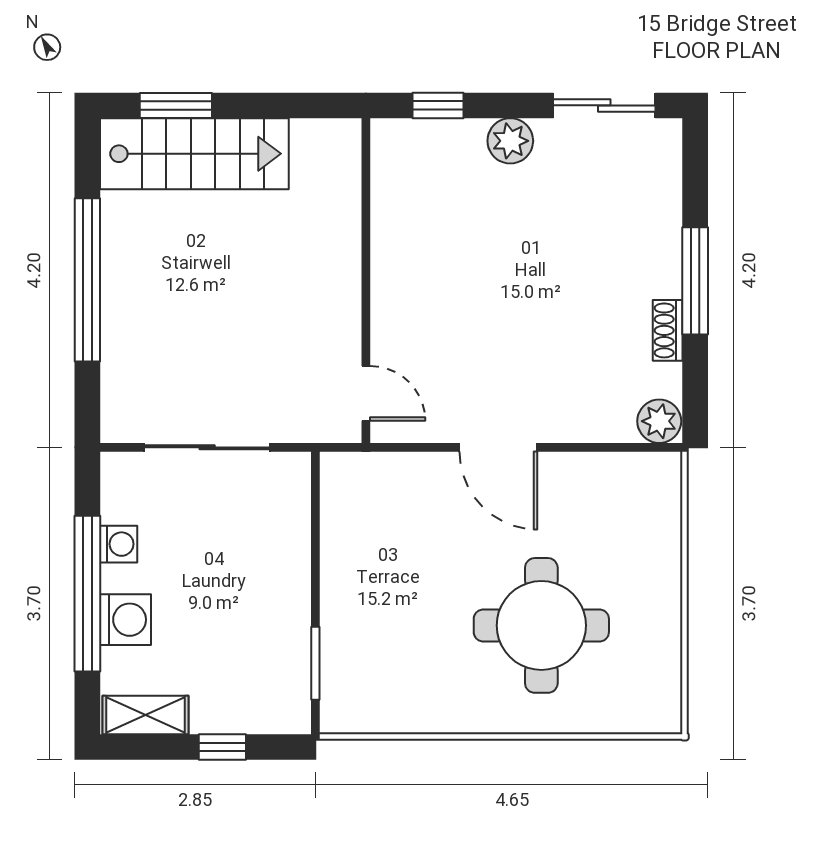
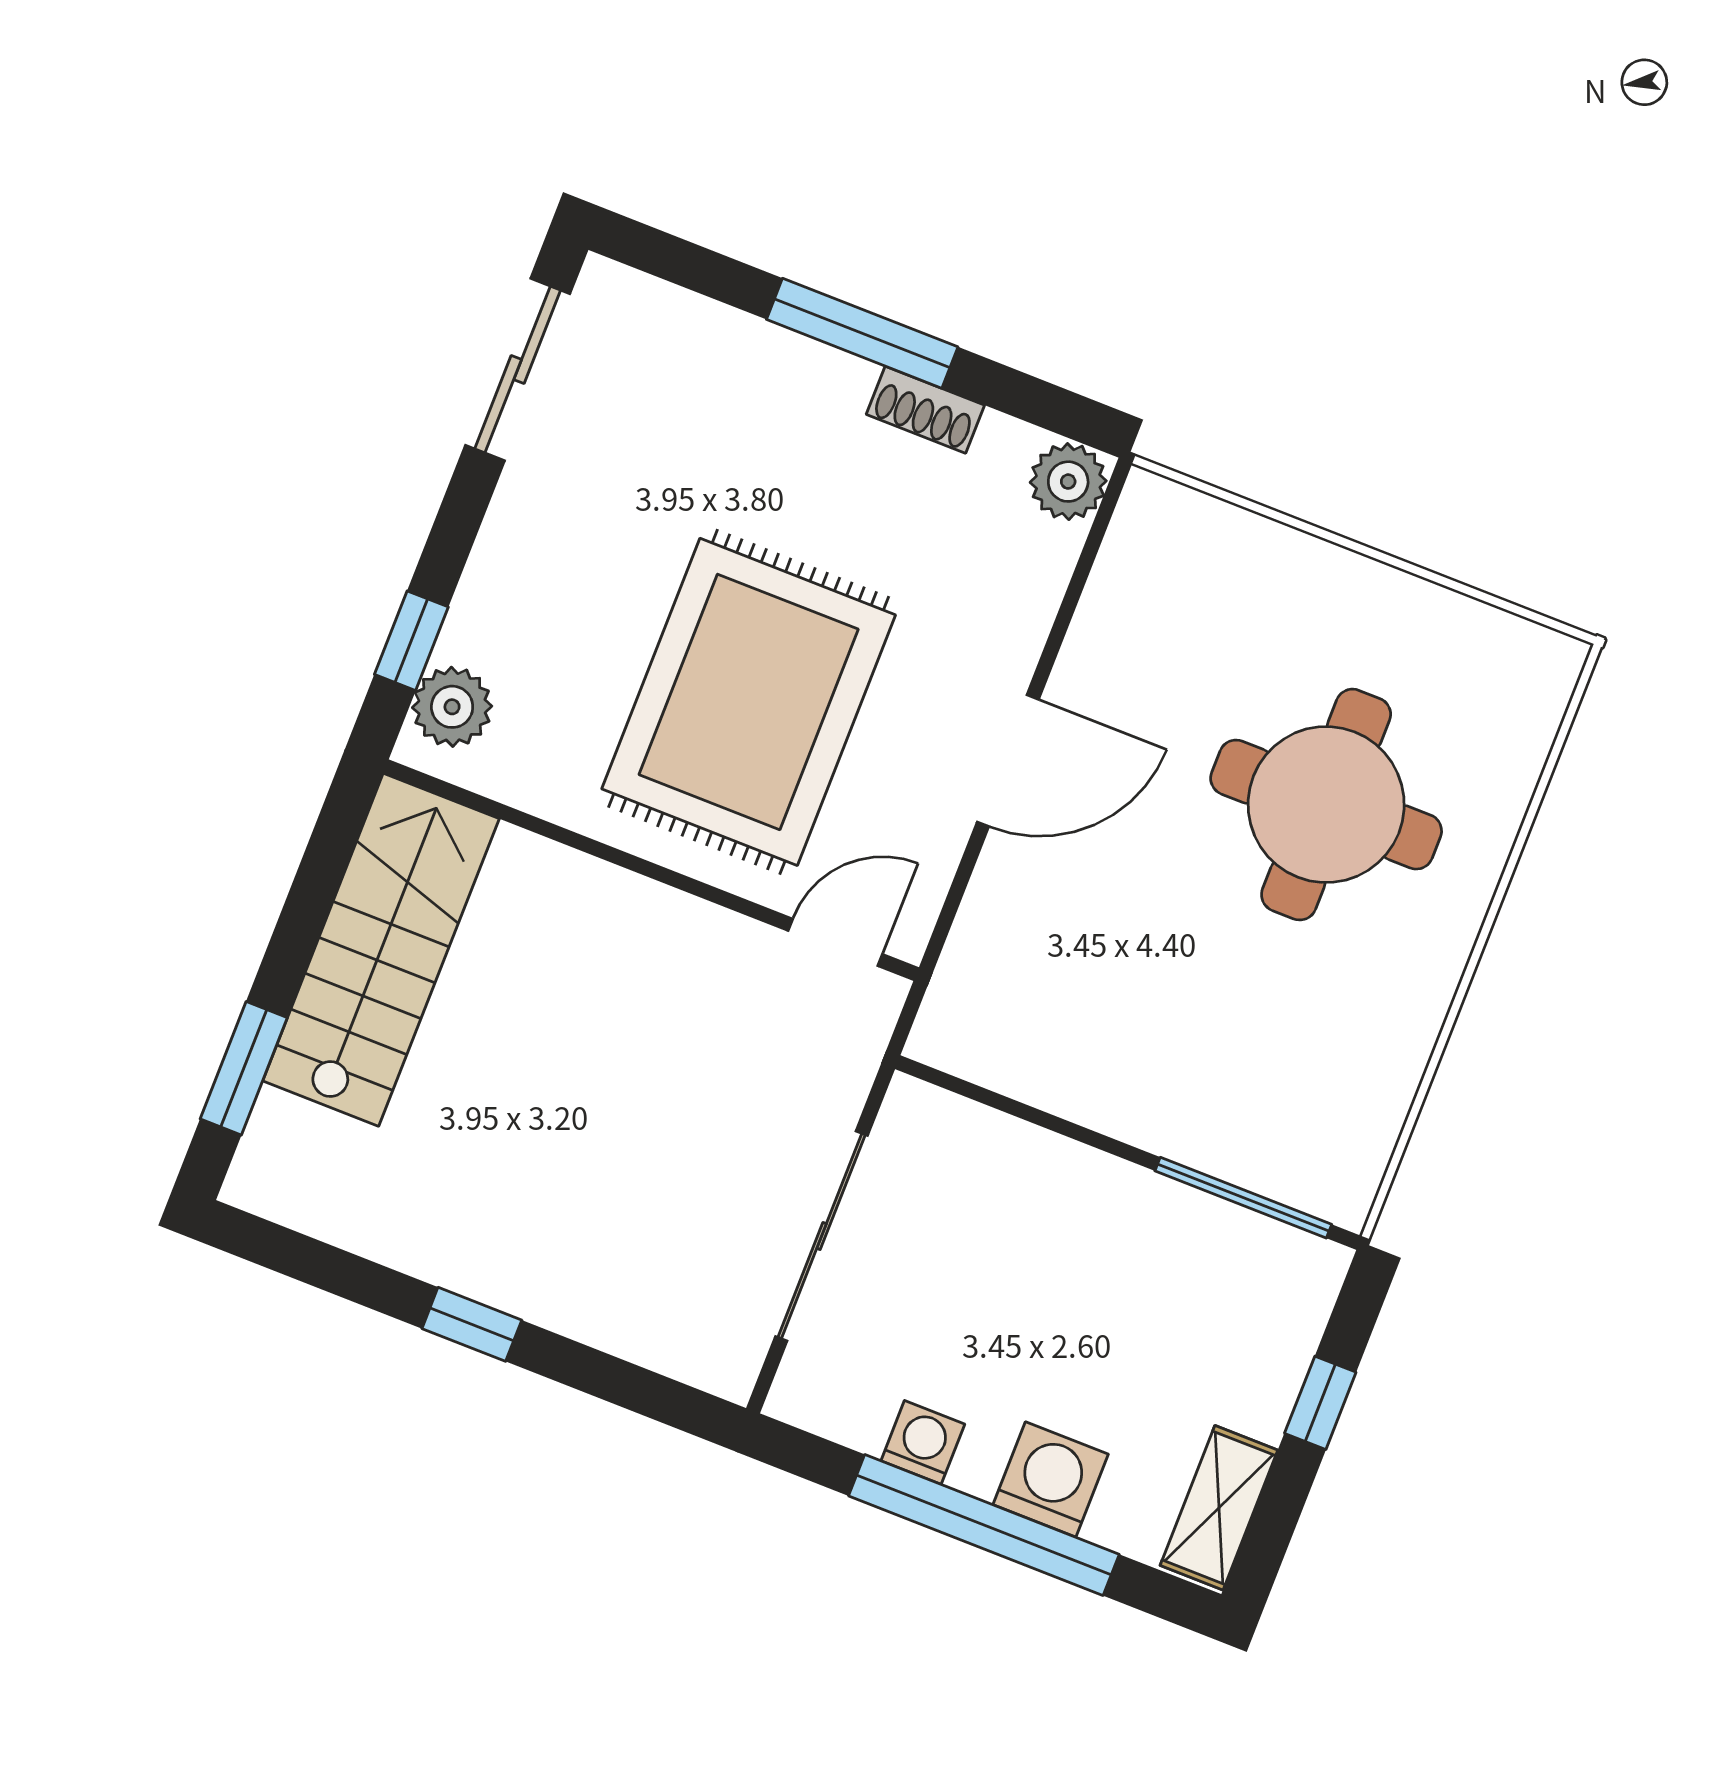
plant: (510, 141) -> (452, 707), moved
stairs: (194, 154) -> (381, 950), moved
window: (87, 280) -> (472, 1324), width x0.32
rug: (476, 297) -> (749, 702), added
window: (315, 663) -> (1243, 1198), width x1.44

